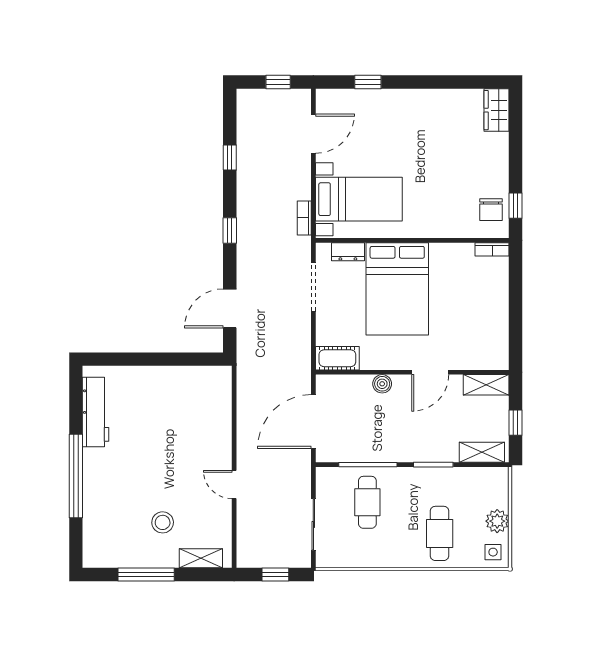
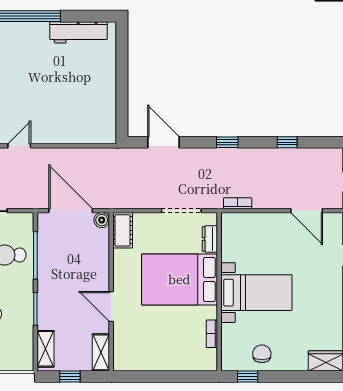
bed with nightstands: (359, 199) -> (256, 293), moved, turned -90
chair: (491, 210) -> (262, 354), moved, turned 90
bookcase: (492, 249) -> (212, 334), moved
boiler: (382, 384) -> (102, 220), moved

